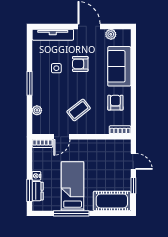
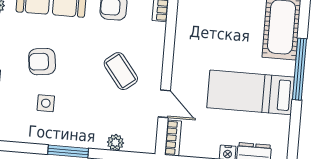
armchair: (80, 64) -> (42, 62), turned 83
window: (71, 213) -> (299, 69), moved

